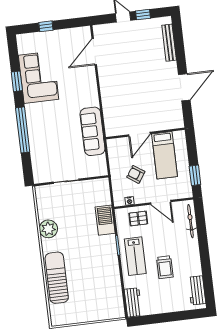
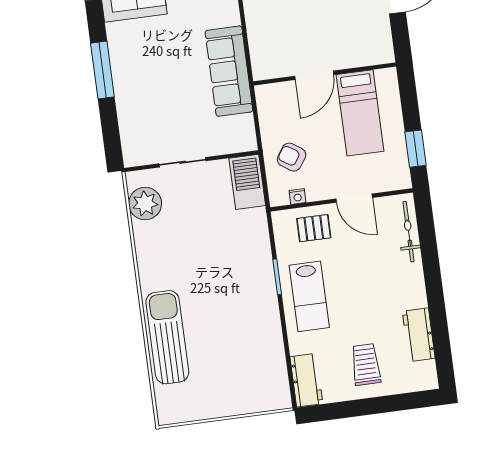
window: (23, 130) -> (102, 70), width x0.68
armchair: (136, 174) -> (292, 157), moved
barbecue: (105, 220) -> (247, 182), moved
plant: (48, 229) -> (145, 204), moved
trolley: (165, 267) -> (366, 365), moved, turned 180
workbench: (197, 290) -> (419, 335), moved

